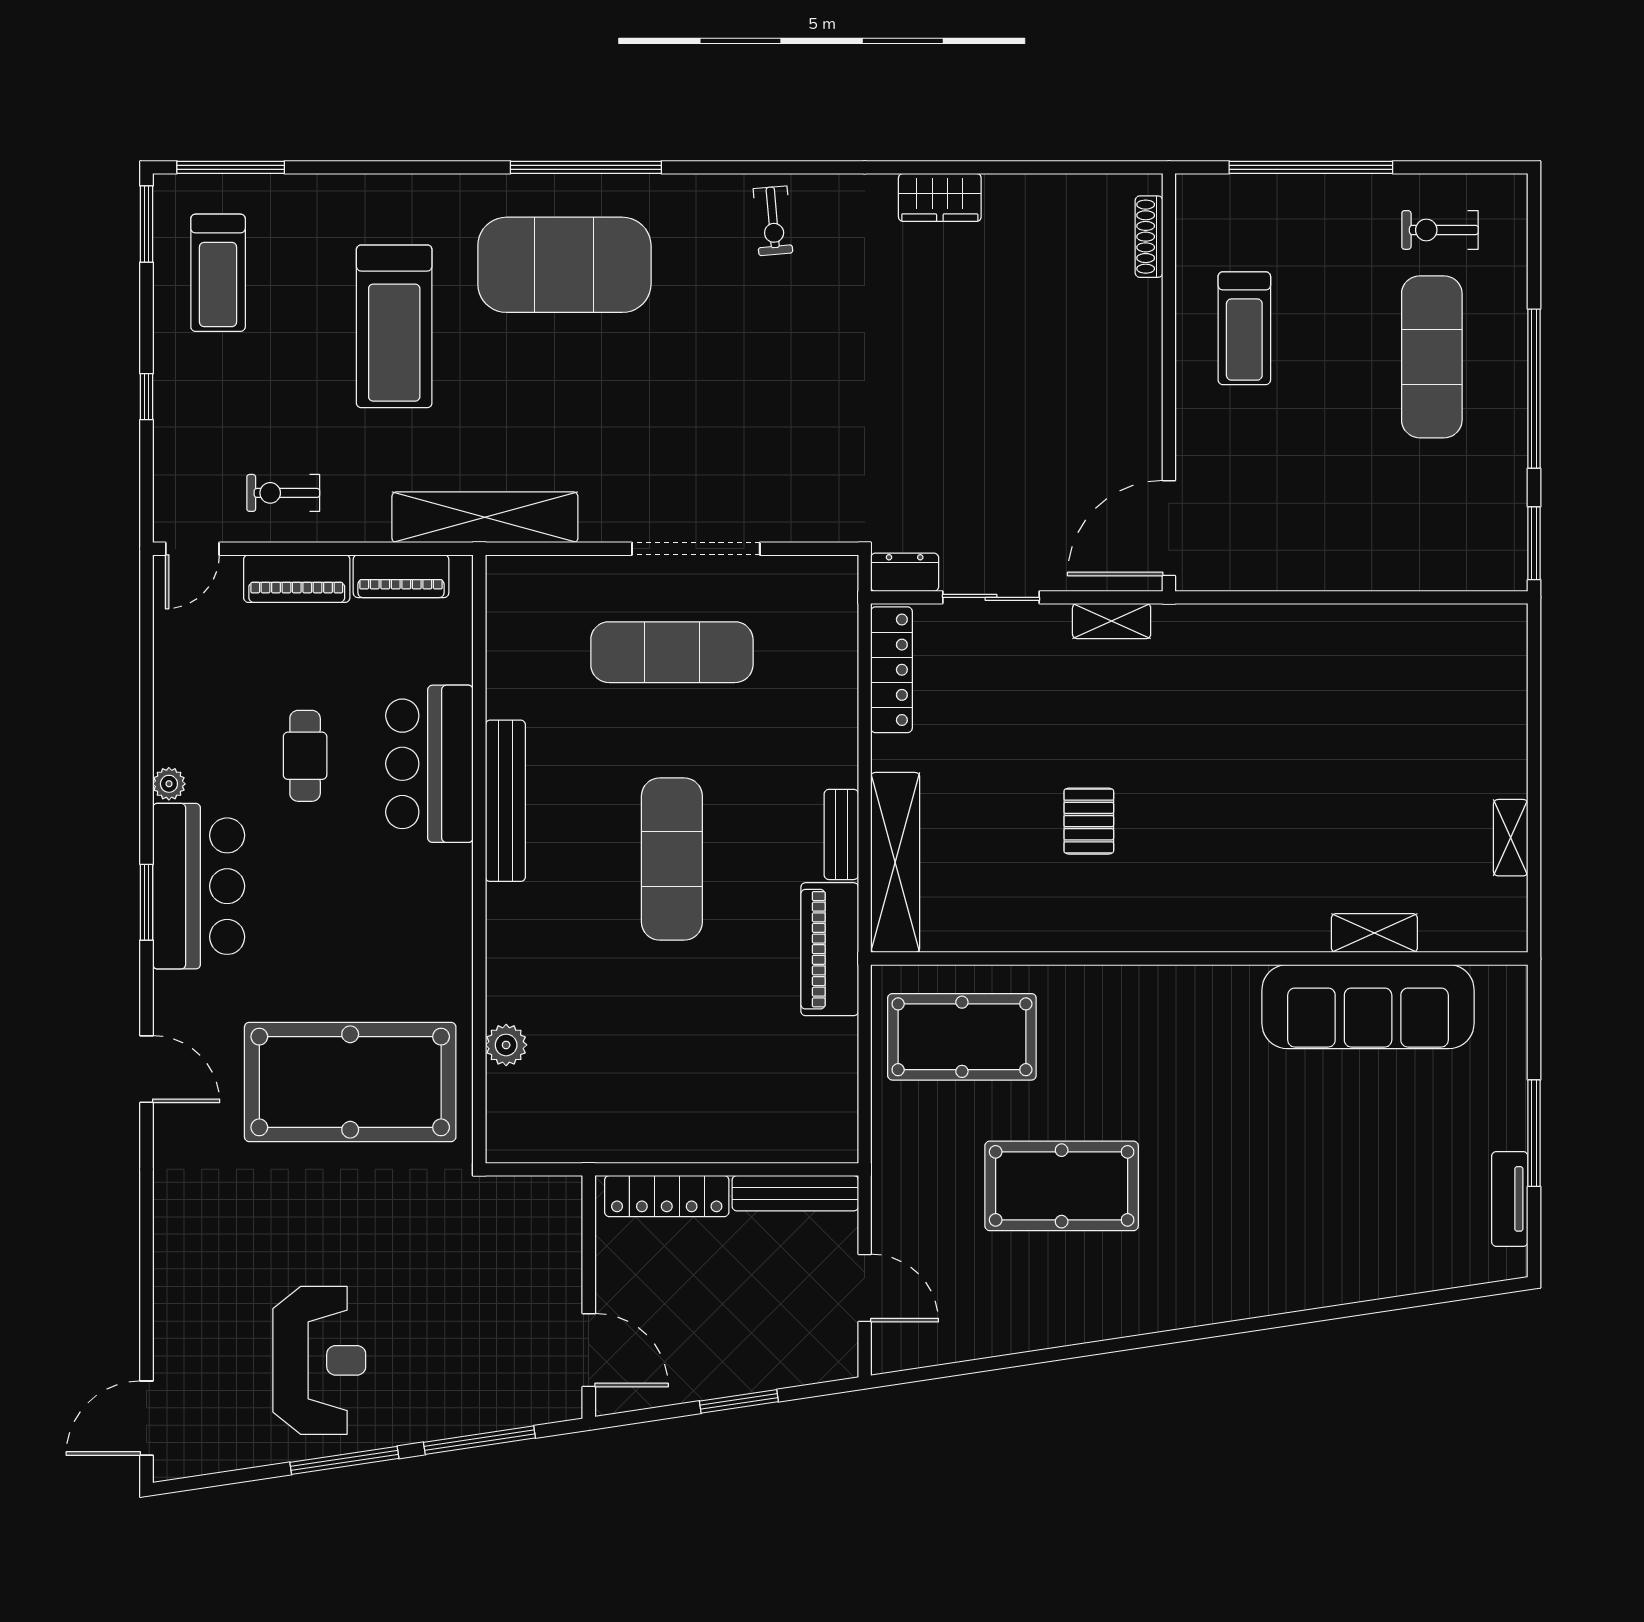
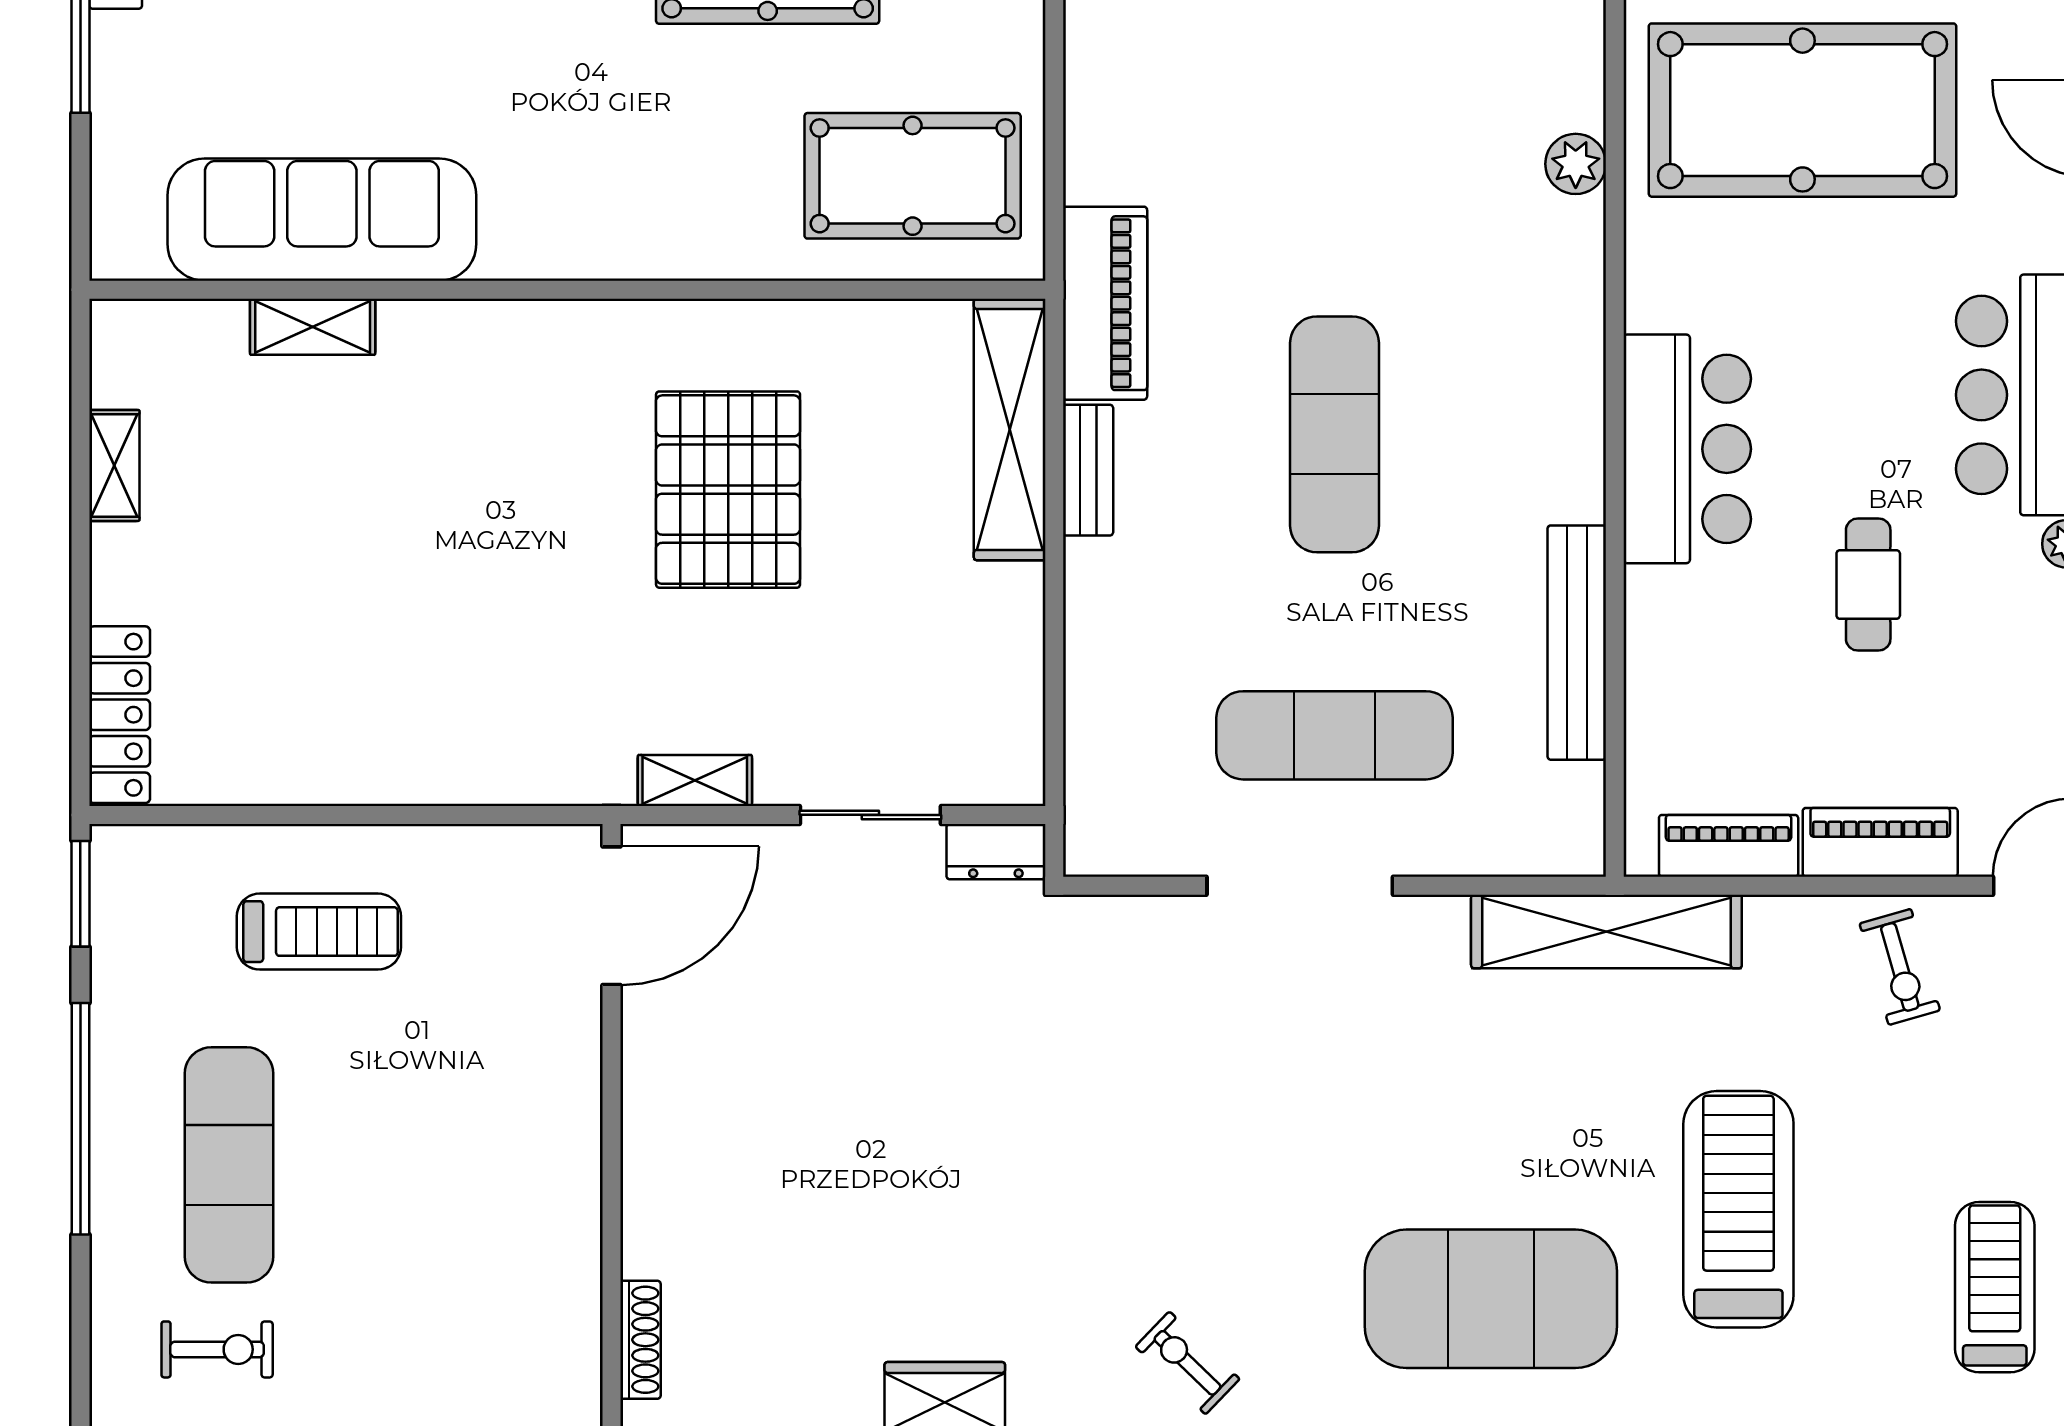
exercise bike: (773, 221) -> (1187, 1363), turned -41
treadmill: (1244, 328) -> (319, 932), moved, turned 90
exercise bike: (283, 493) -> (1900, 967), turned 74
locker: (891, 670) -> (120, 715), moved, turned 180
bar counter: (429, 764) -> (1687, 449), moved
bench: (505, 801) -> (1577, 643), moved
pallet: (1089, 821) -> (728, 490), width x2.05, depth x2.00

